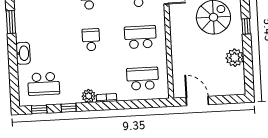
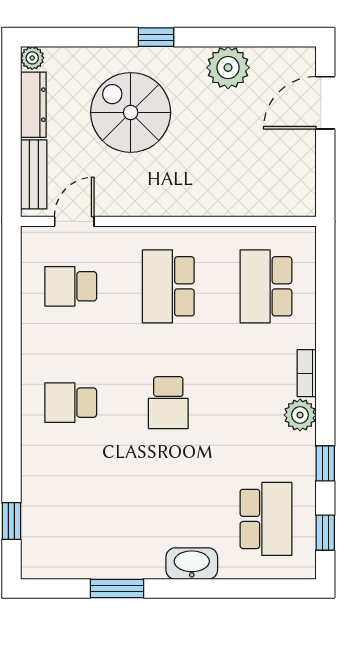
school desk: (91, 40) -> (168, 403), turned -90
door: (197, 101) -> (325, 103), moved

